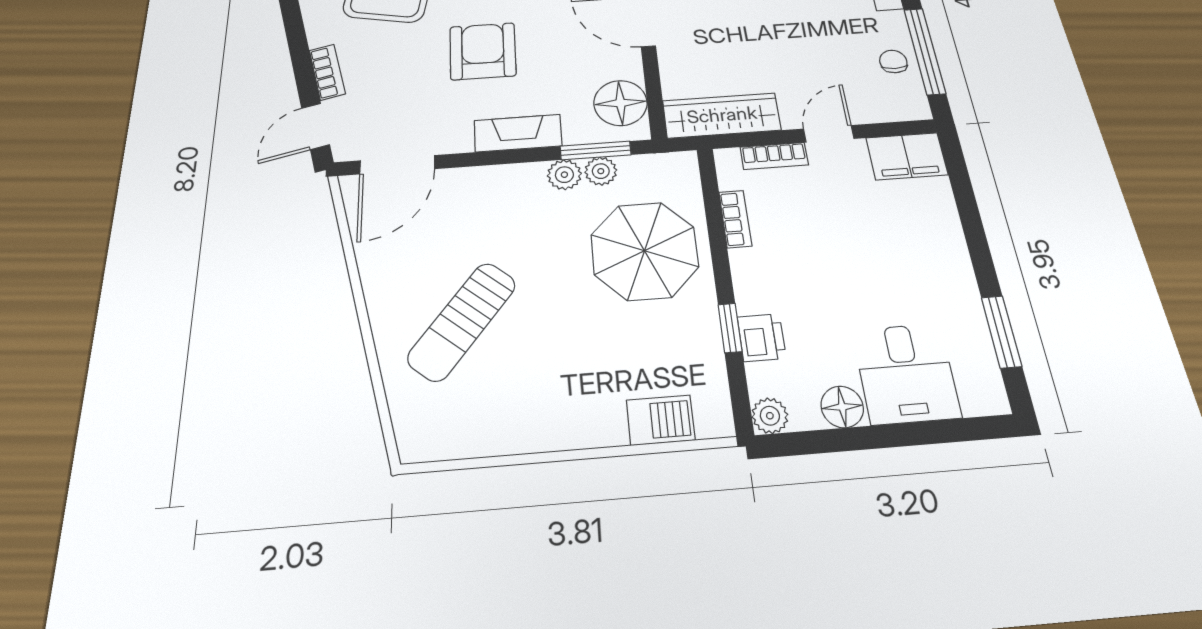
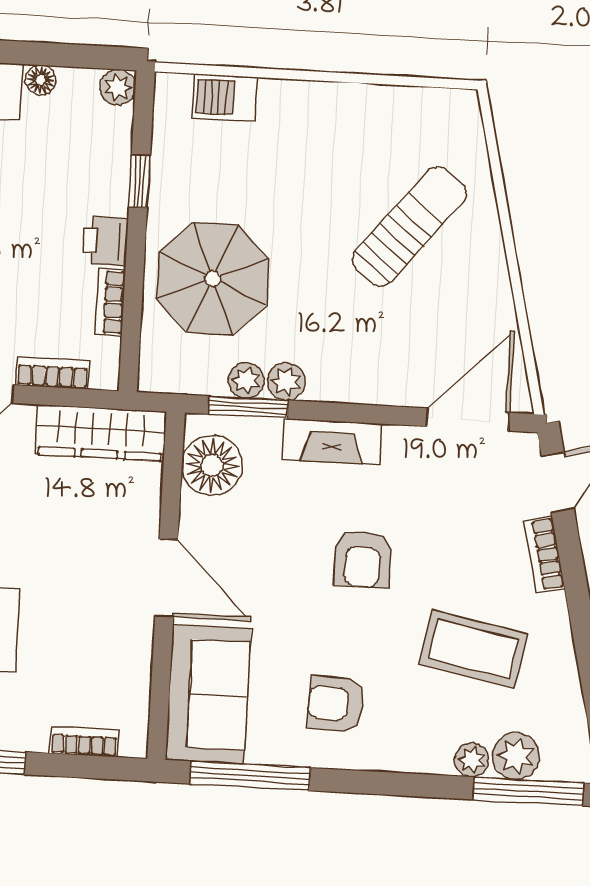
armchair: (483, 51) -> (363, 559), width x0.72, depth x0.72
printer: (762, 338) -> (105, 241), moved
floor lamp: (842, 407) -> (41, 80), width x0.73, depth x0.73

